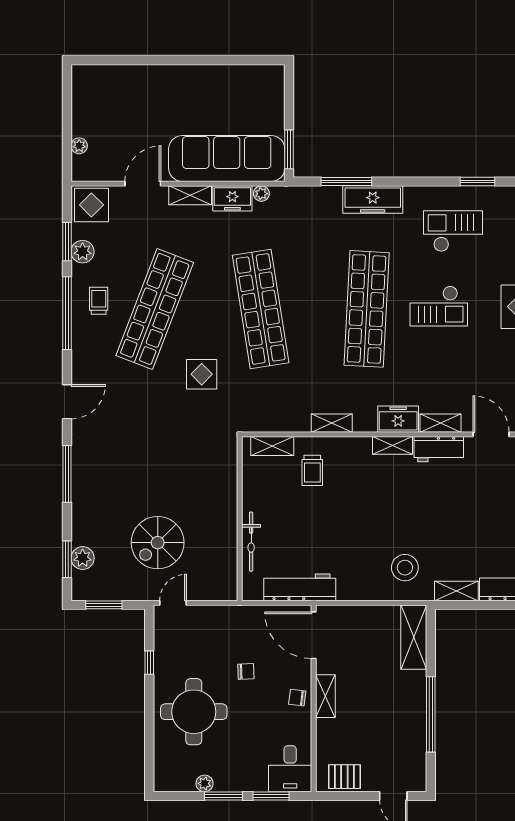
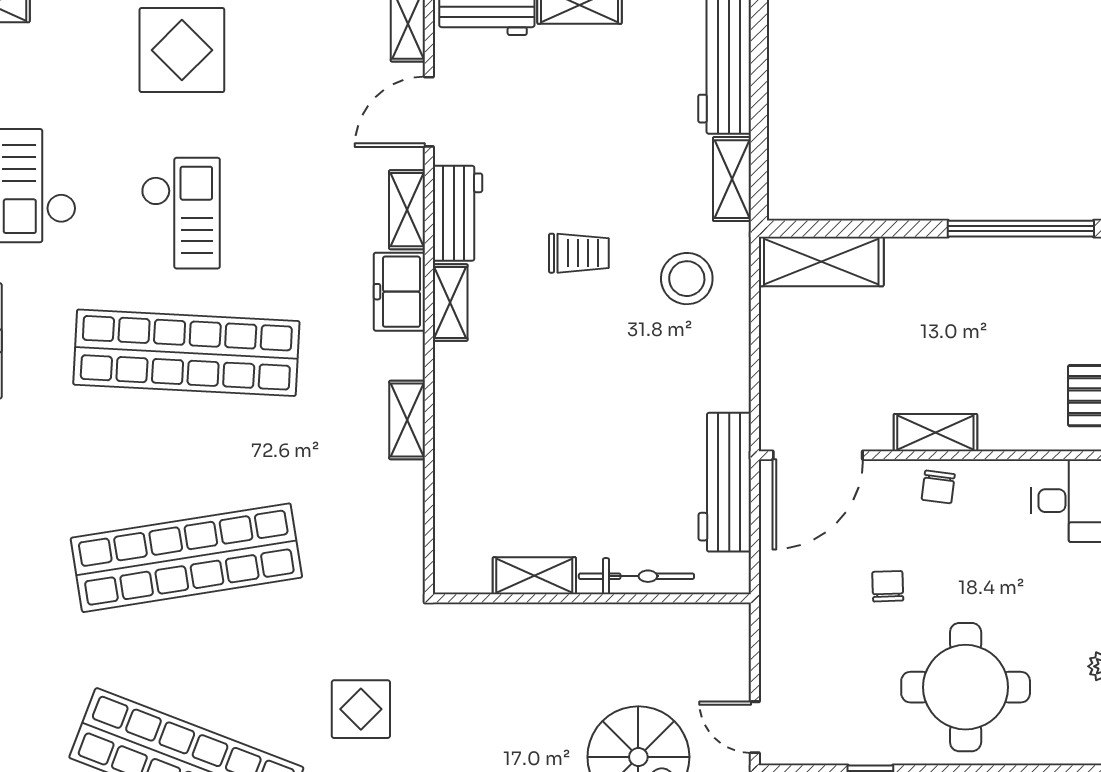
display table: (202, 374) -> (361, 709), moved
shelving: (272, 446) -> (534, 576), moved, turned 90
trolley: (312, 470) -> (579, 253), moved
window: (431, 714) -> (1021, 229), moved

